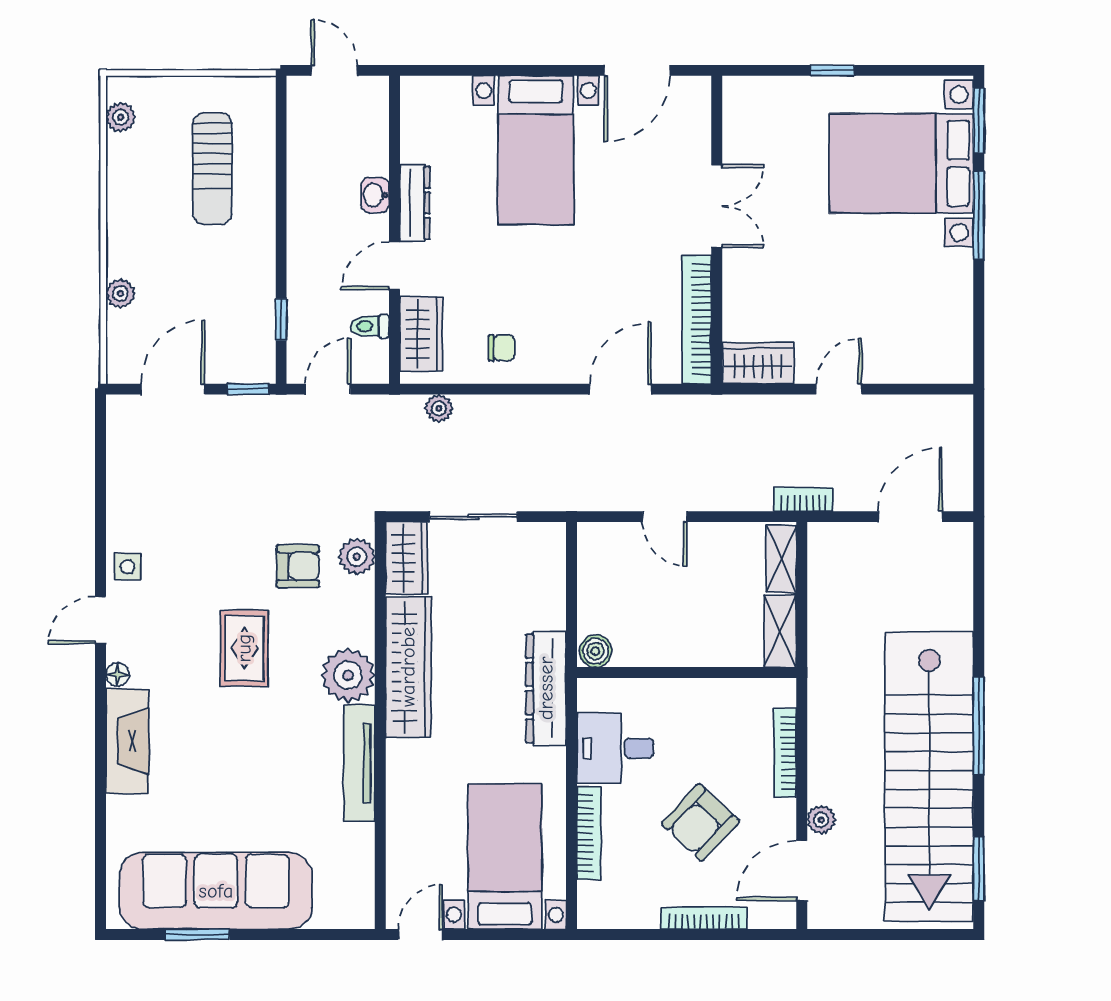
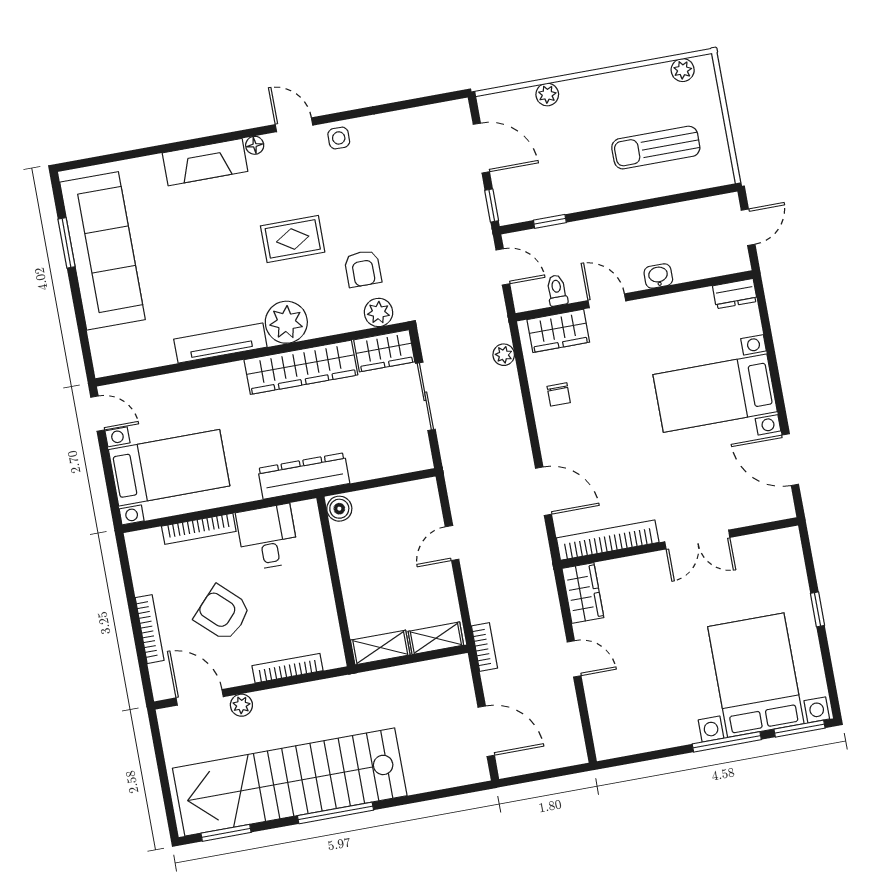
dresser: (415, 203) -> (735, 294), moved, width x0.70

